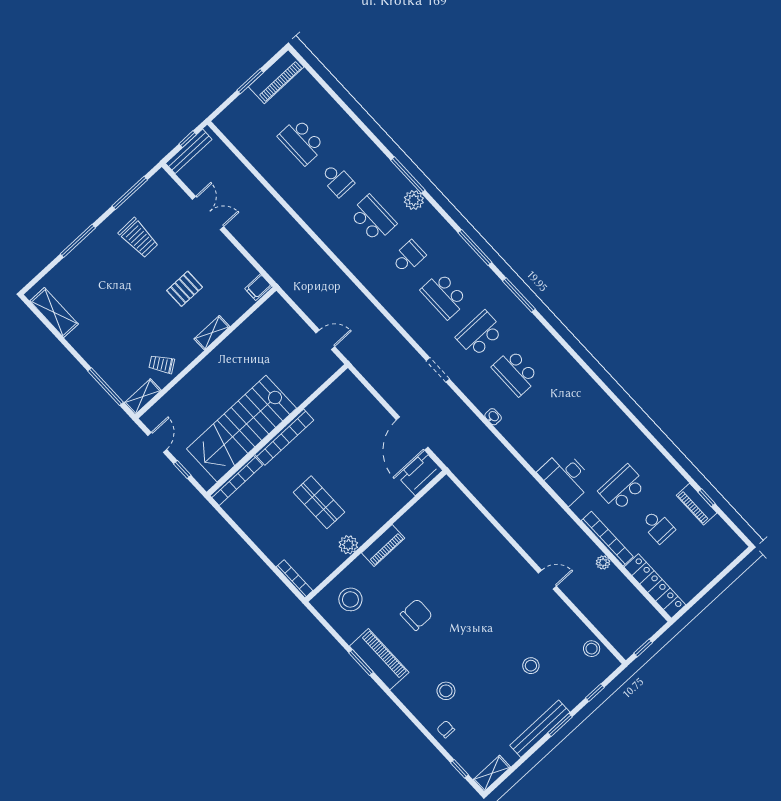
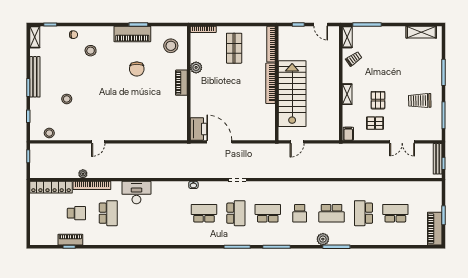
school desk: (337, 180) -> (363, 213), width x1.85
pallet: (216, 267) -> (375, 123), added
stairs: (242, 429) -> (292, 94), moved
shop shelf: (319, 502) -> (234, 48), moved, turned 90
school desk: (658, 526) -> (76, 213), turned 180

